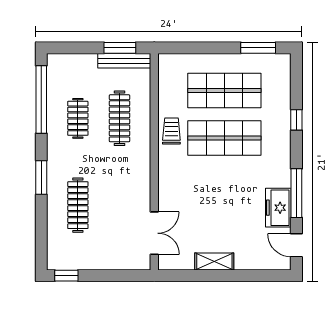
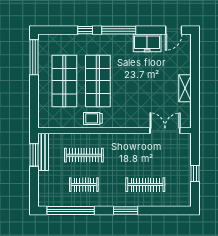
window: (258, 48) -> (34, 57), width x1.44
window: (296, 193) -> (119, 30), moved
window: (66, 276) -> (195, 174), moved

